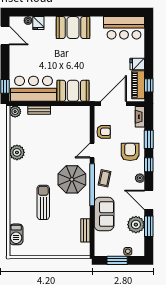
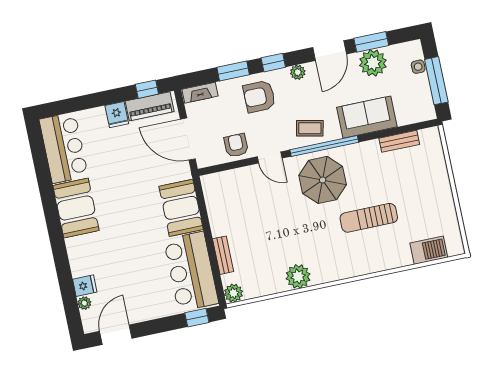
booth: (73, 28) -> (76, 208), moved
window: (117, 260) -> (436, 81), width x1.44

